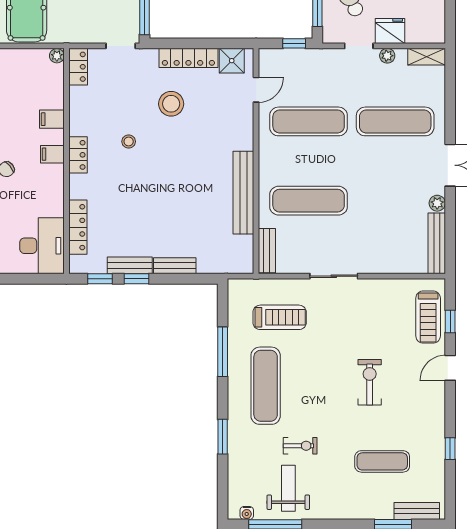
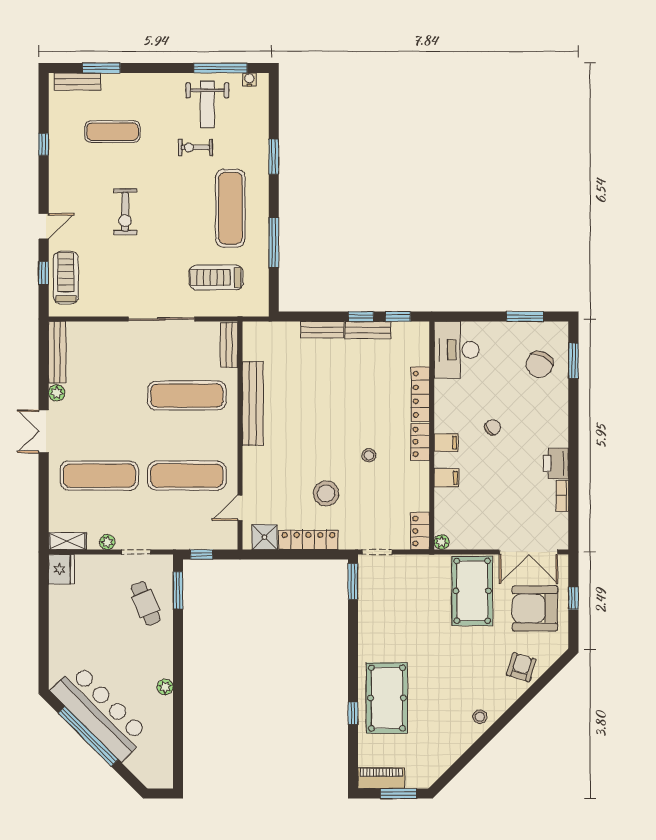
fridge: (390, 31) -> (61, 569), moved, turned -90
locker: (78, 227) -> (420, 394), moved
sliding door: (334, 276) -> (161, 319), width x1.37

